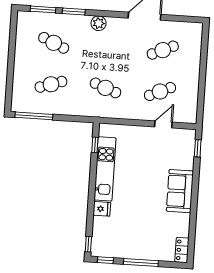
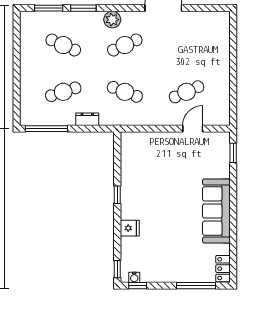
cafe table: (163, 50) -> (125, 45), moved
dresser: (71, 110) -> (87, 119), added
window: (95, 145) -> (117, 195), moved
kitchen unit: (105, 169) -> (130, 183), removed
sofa: (180, 191) -> (216, 211), width x1.36
water cooler: (103, 253) -> (134, 277), added
window: (141, 262) -> (196, 286), moved

